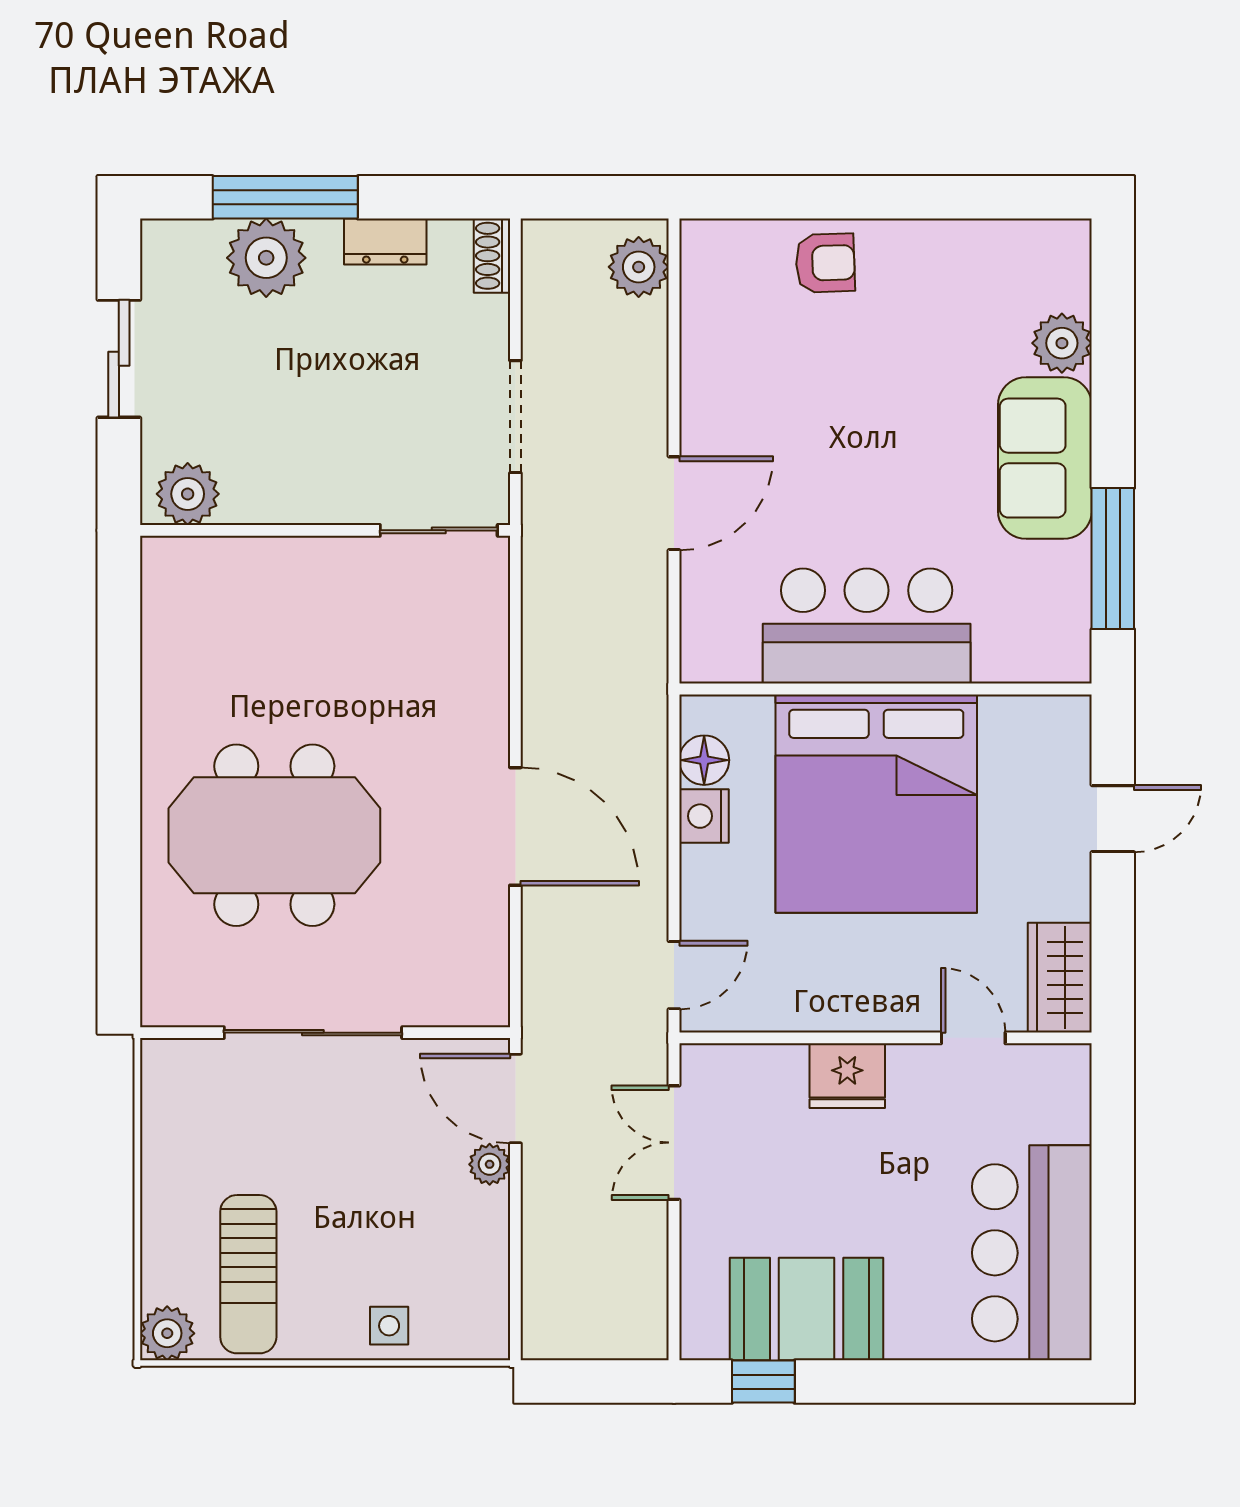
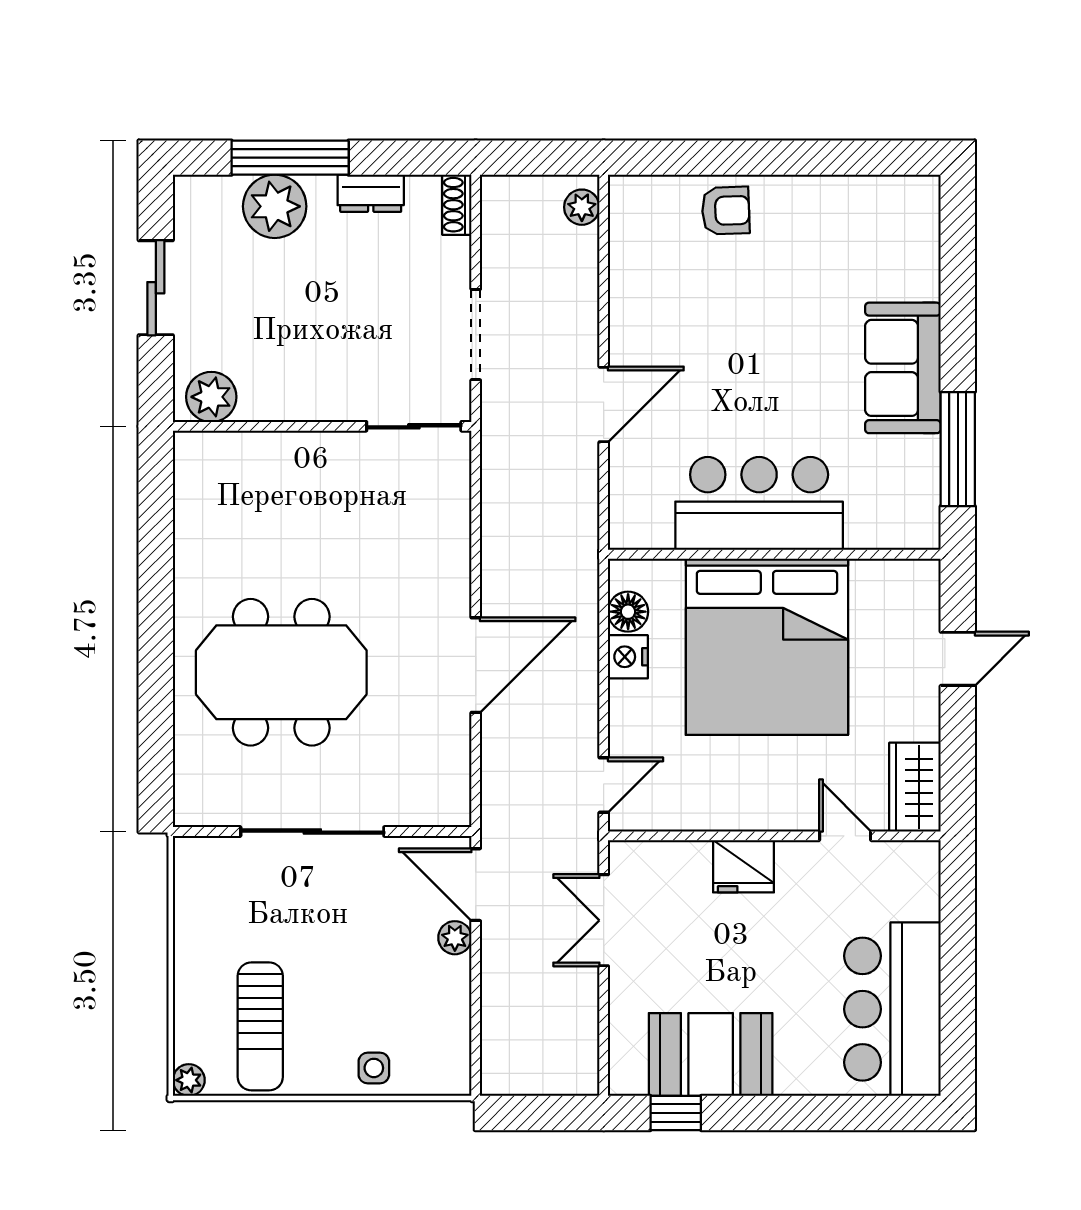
plant: (639, 267) -> (582, 207), width x0.73, depth x0.73
plant: (1062, 343) -> (917, 275), removed
door: (515, 826) -> (476, 665), hinge flipped
plant: (167, 1333) -> (189, 1080), width x0.73, depth x0.73

